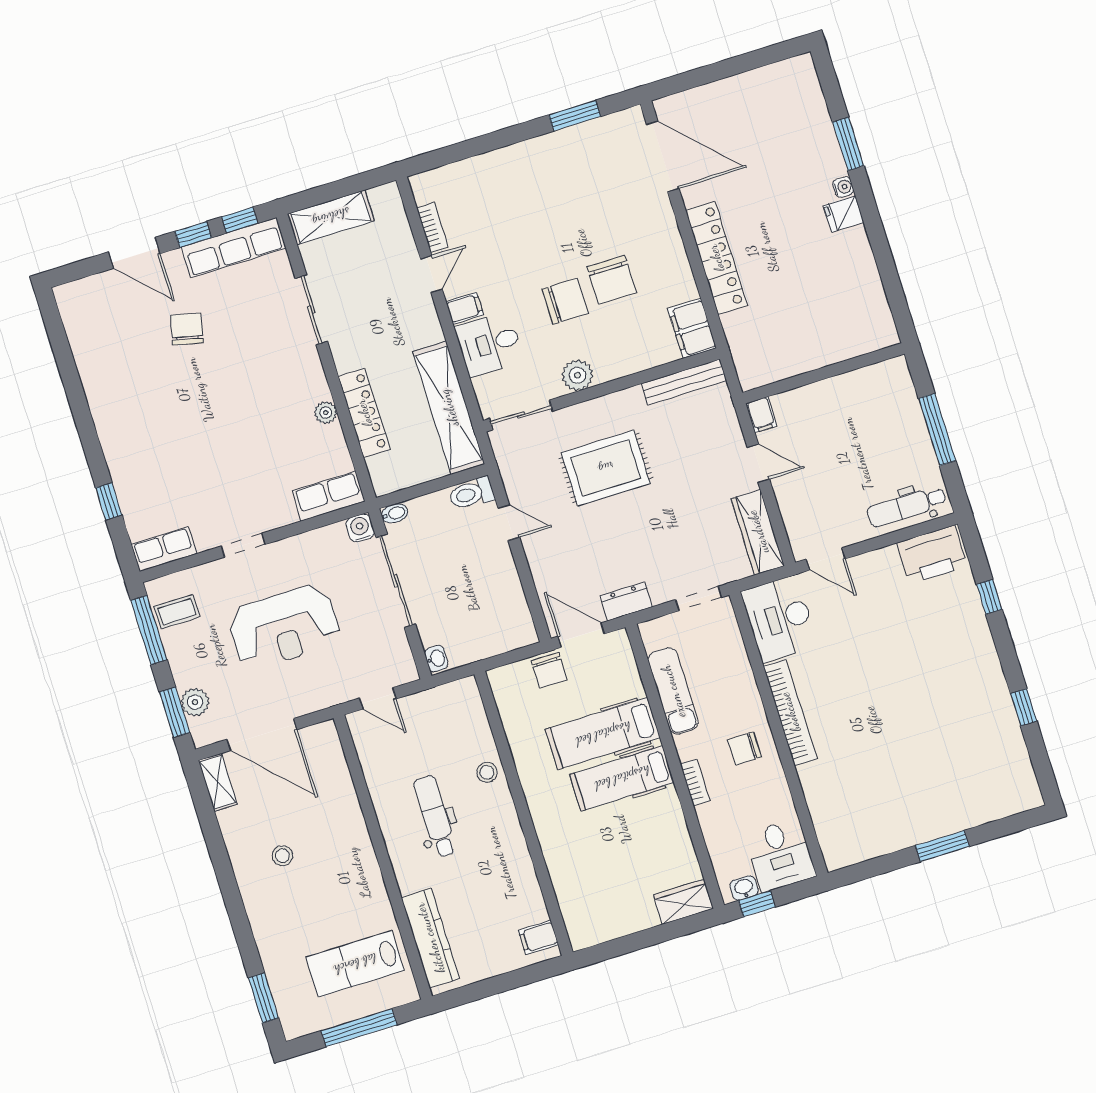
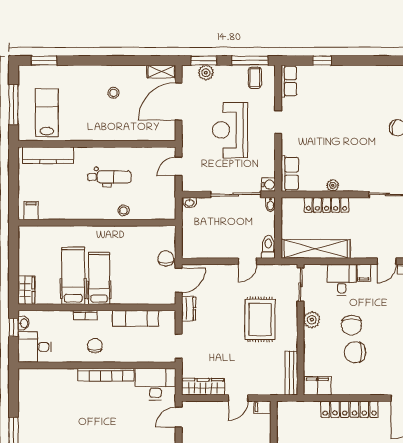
door: (431, 274) -> (387, 261), hinge flipped
chair: (549, 670) -> (166, 258), turned 90
hospital bed: (603, 734) -> (73, 276), moved

